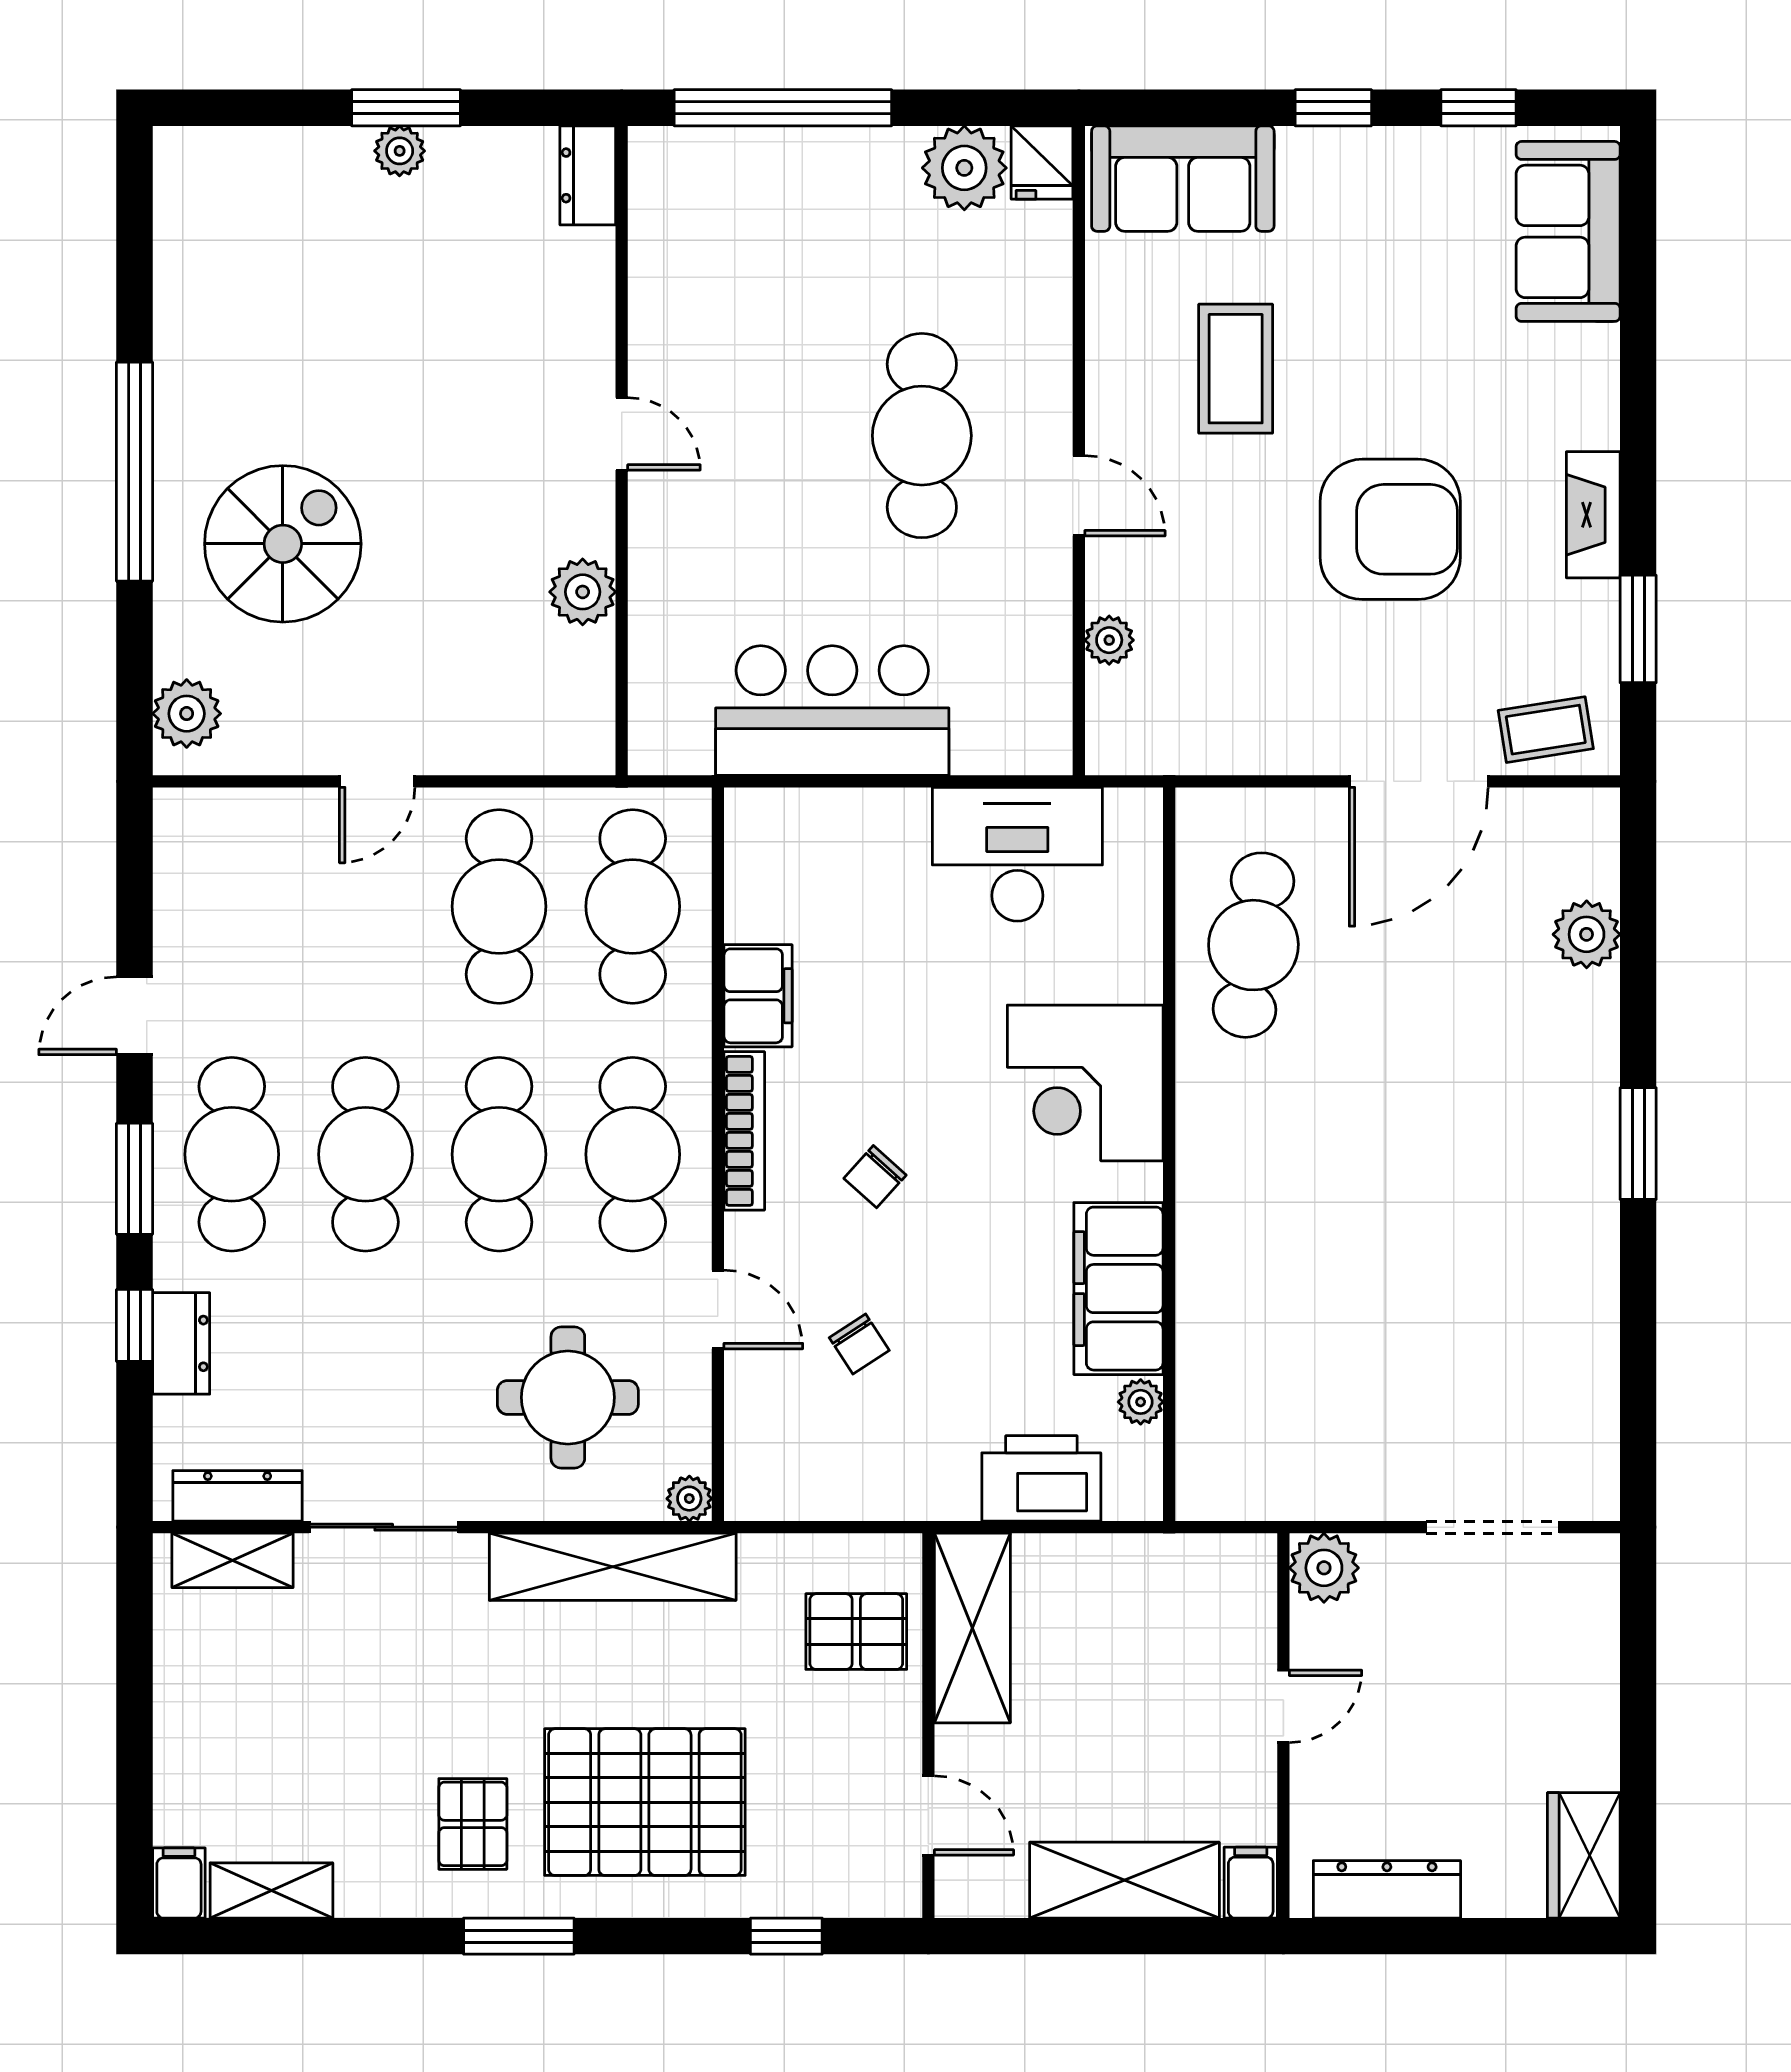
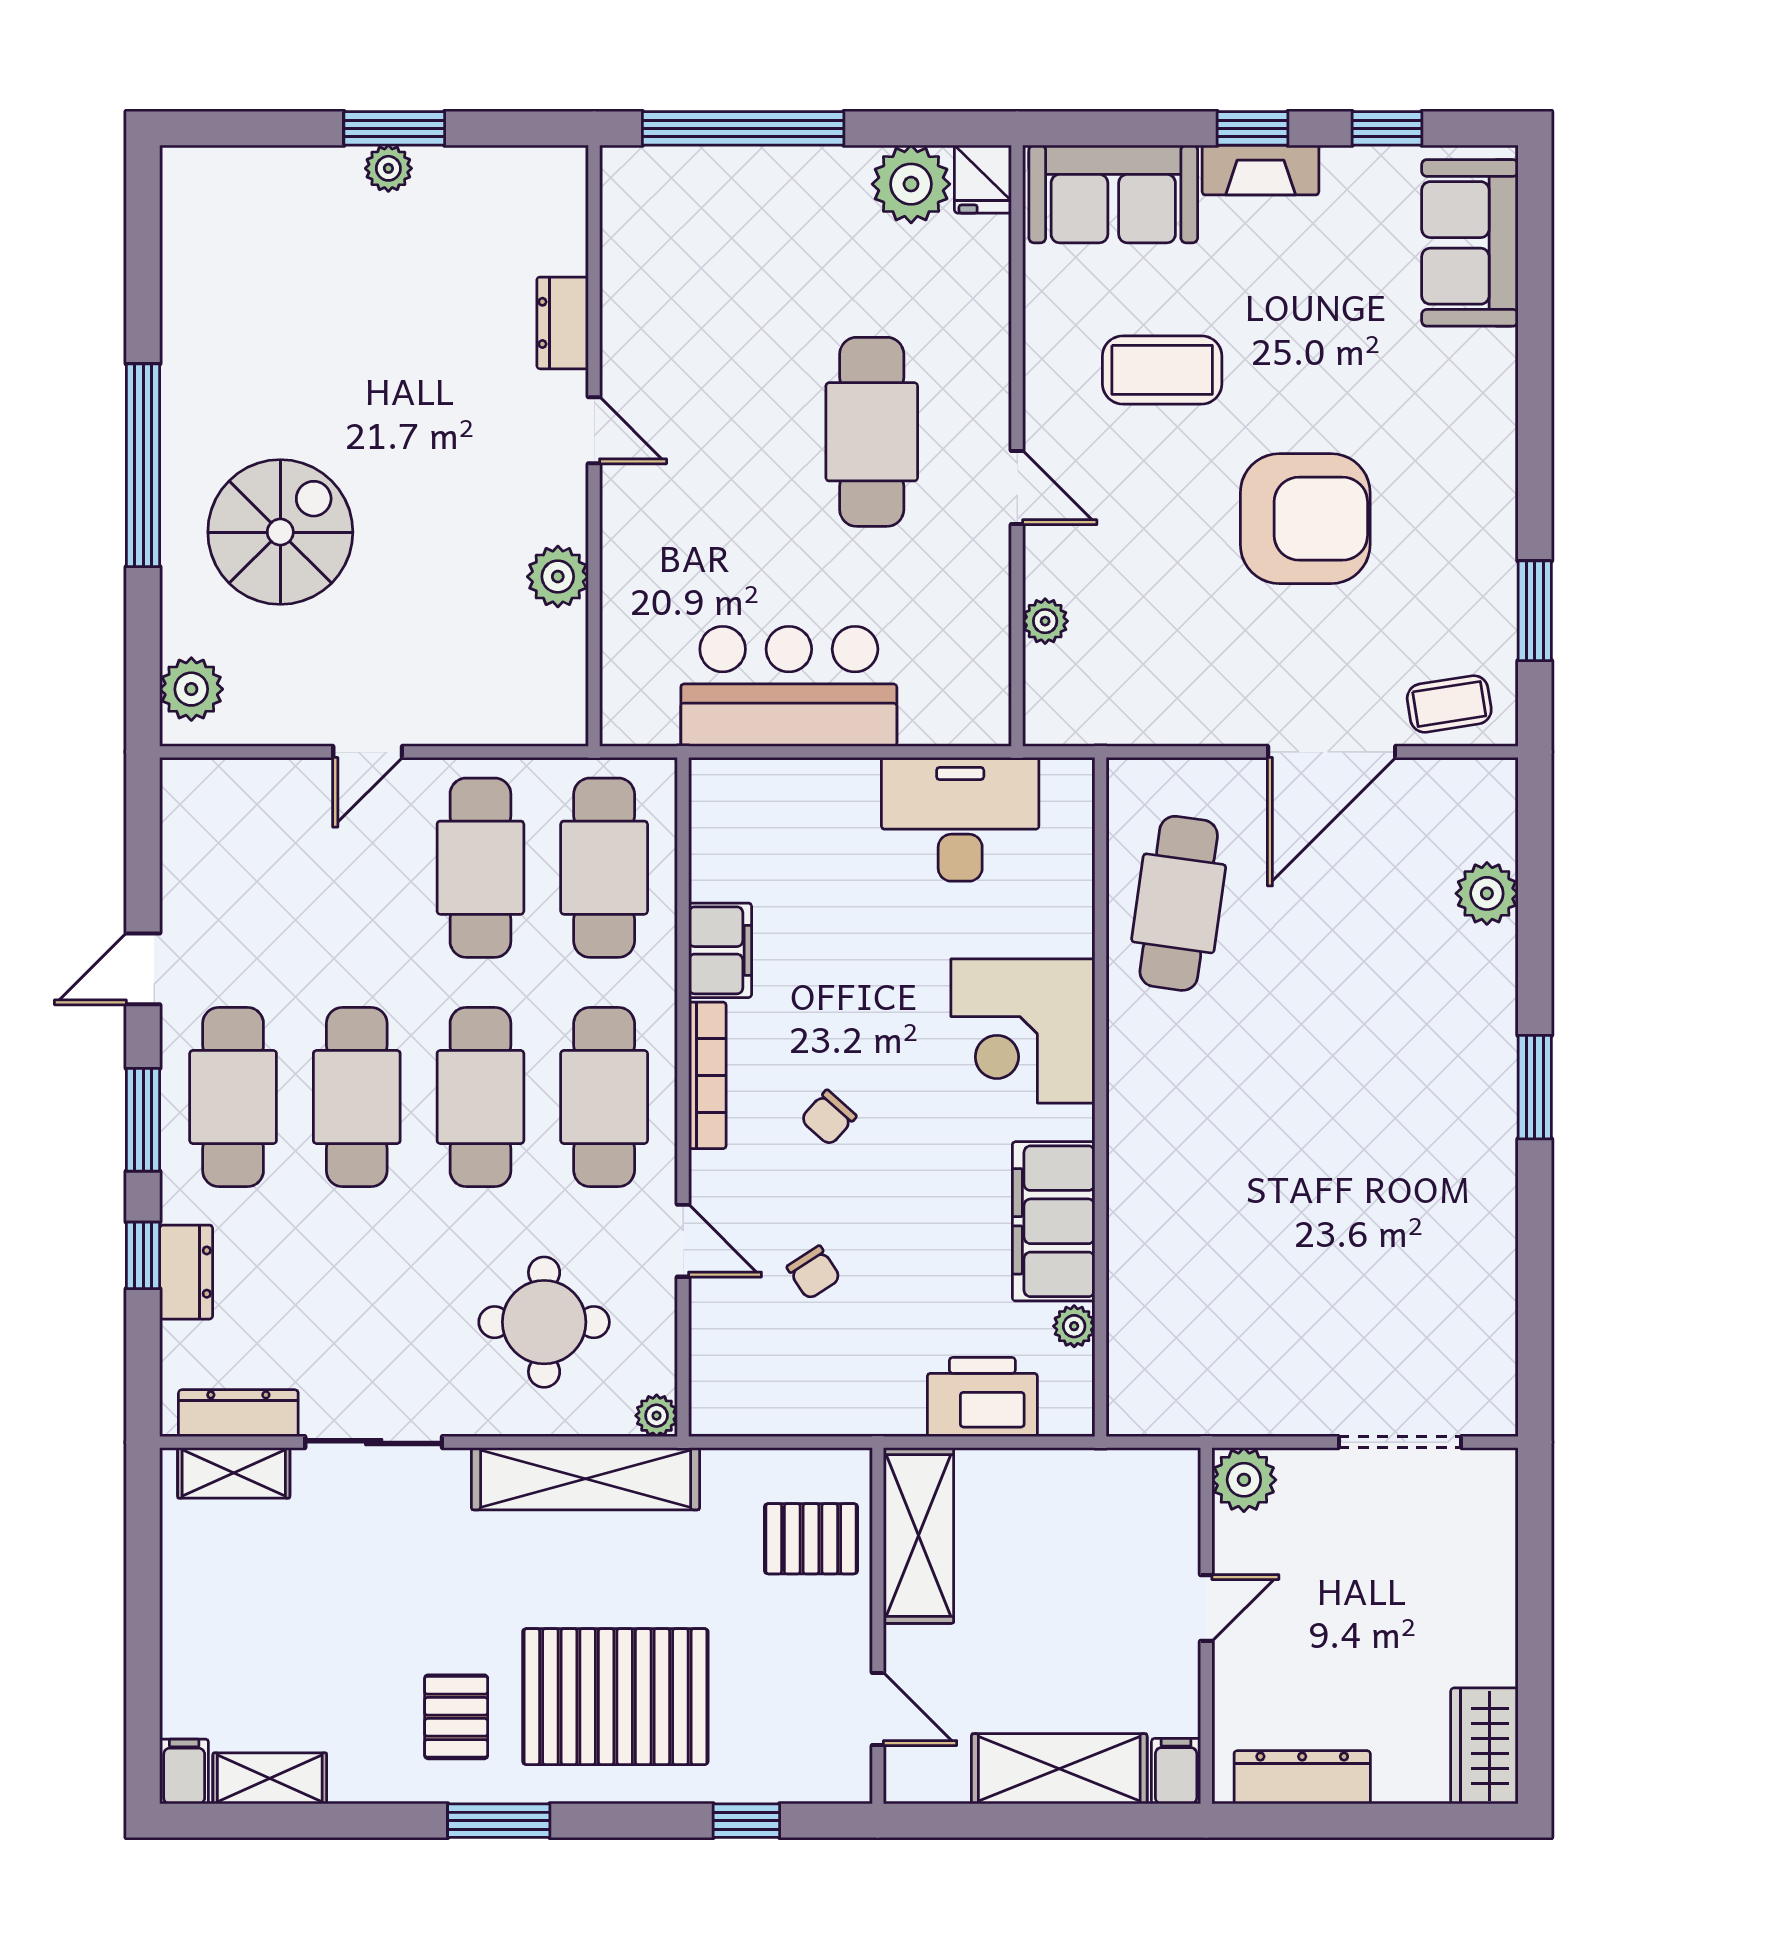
dresser: (588, 175) -> (563, 323), moved
coffee table: (1236, 369) -> (1162, 370), turned 90
fireplace: (1593, 515) -> (1261, 170), moved, turned -90

